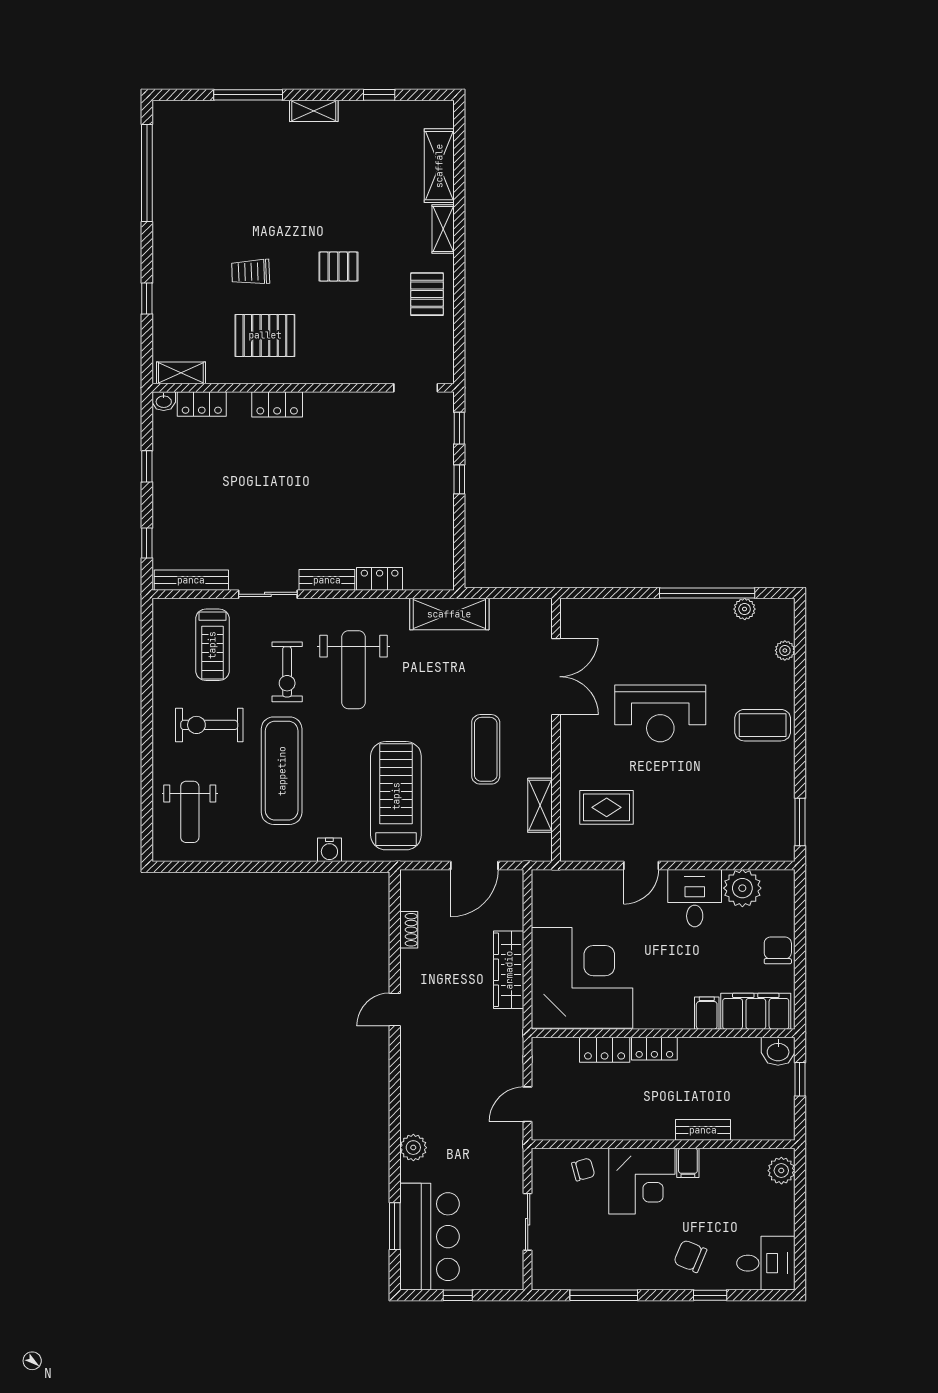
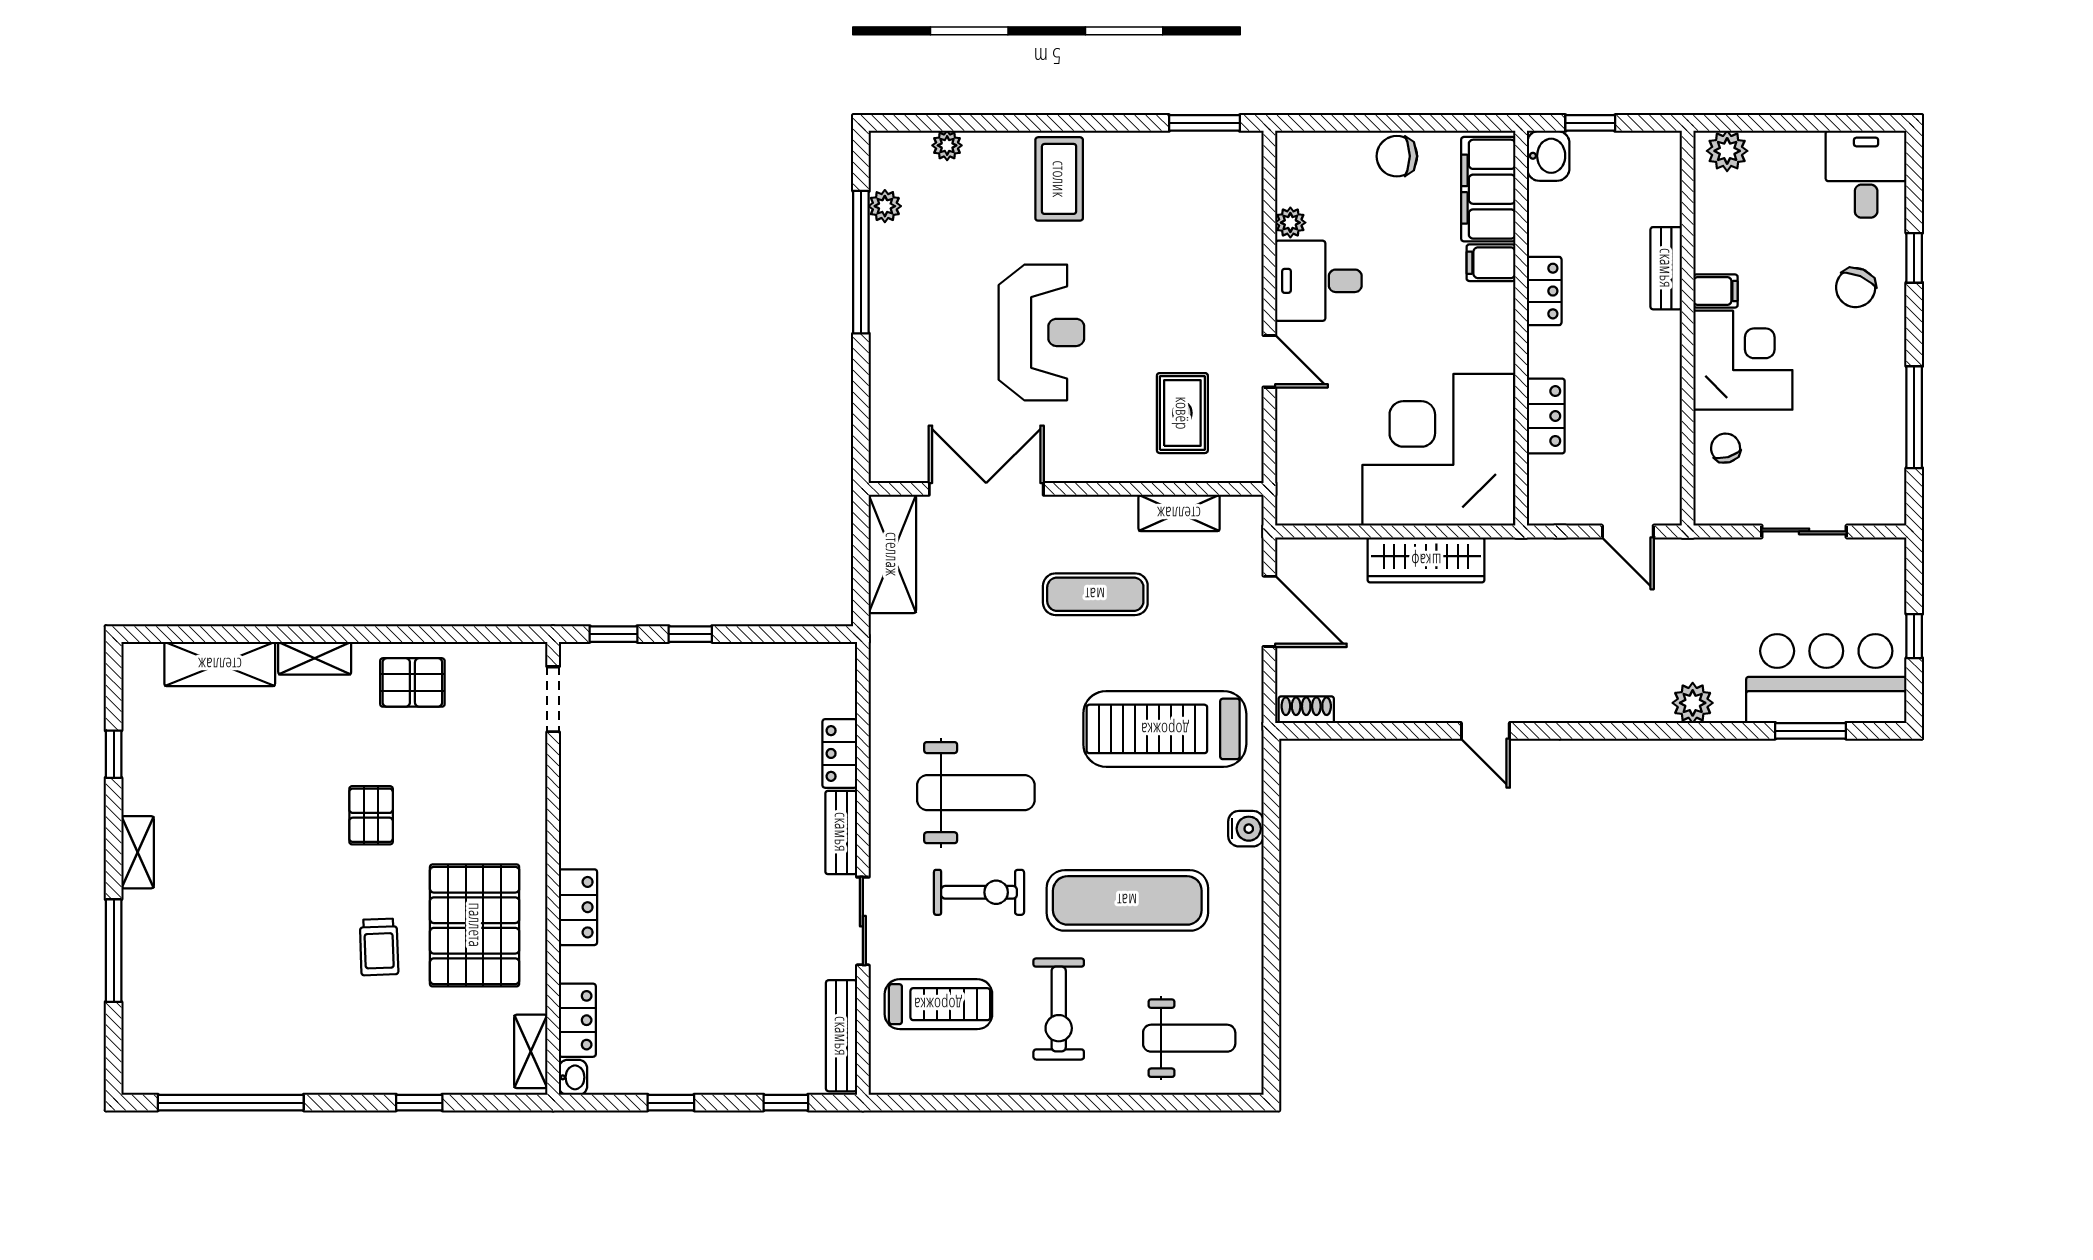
pallet: (265, 335) -> (475, 925), width x1.37, depth x1.41
shelving: (449, 614) -> (892, 554), moved
plant: (742, 888) -> (1290, 223), width x0.53, depth x0.53
shoe rack: (409, 930) -> (1306, 710), moved
locker: (654, 1049) -> (1544, 291), moved

